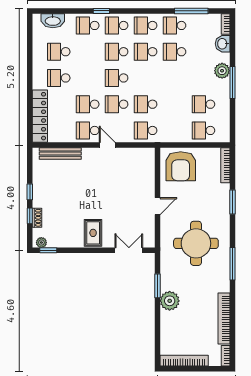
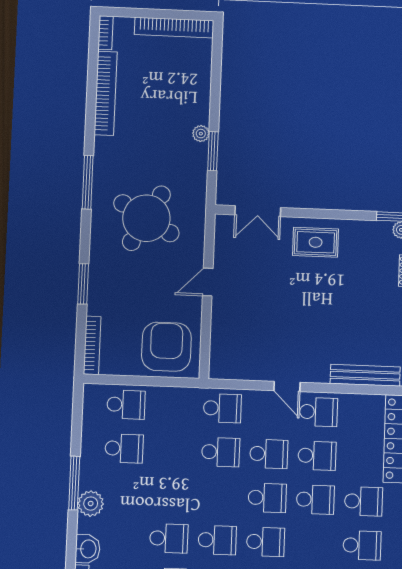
school desk: (88, 78) -> (315, 500), added
rug: (93, 233) -> (316, 242), turned 90
round table: (196, 243) -> (146, 218), turned 30
plant: (170, 301) -> (201, 134), width x0.53, depth x0.53

